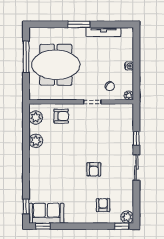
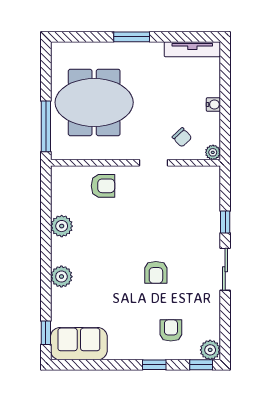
tv unit: (103, 32) -> (192, 49), moved
window: (26, 57) -> (46, 126), moved
plant: (36, 118) -> (61, 277), moved
window: (43, 226) -> (154, 365), moved

